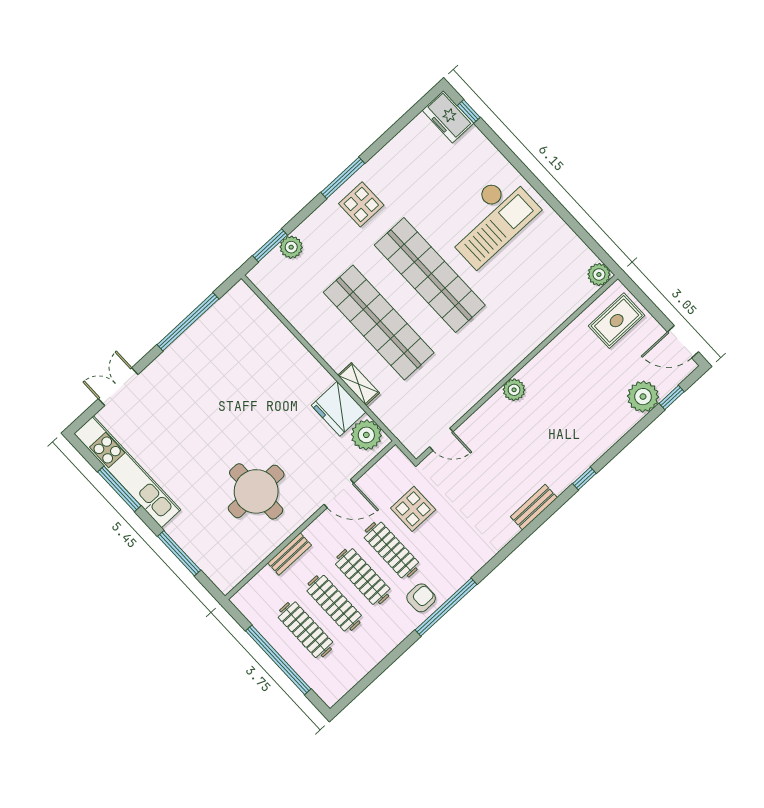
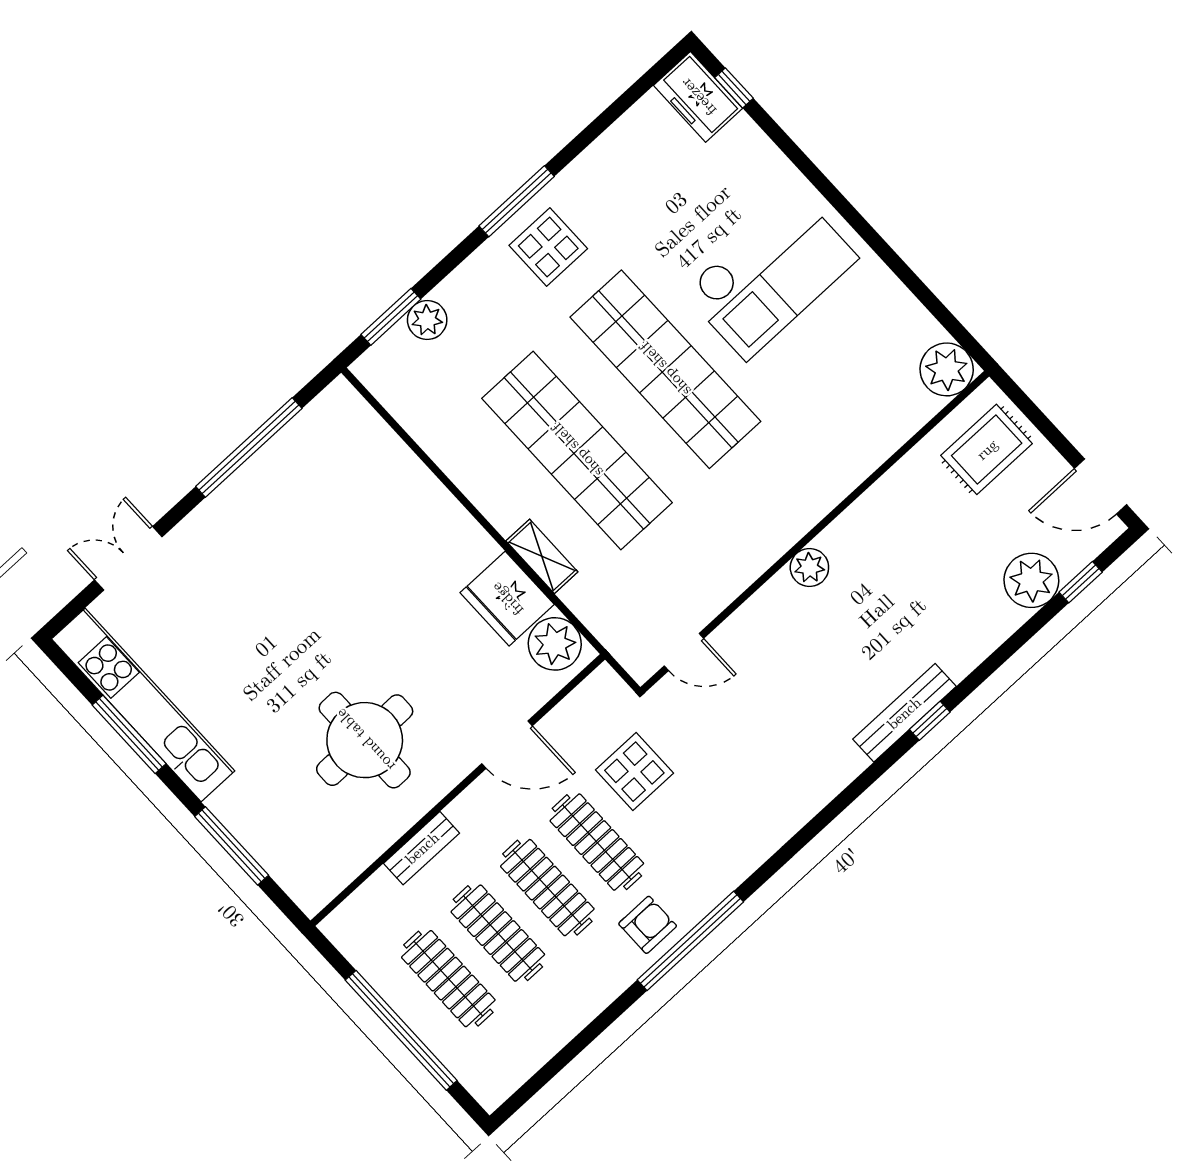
plant: (599, 274) -> (947, 369), width x1.36, depth x1.36
bench: (534, 507) -> (904, 713), moved, width x1.36

